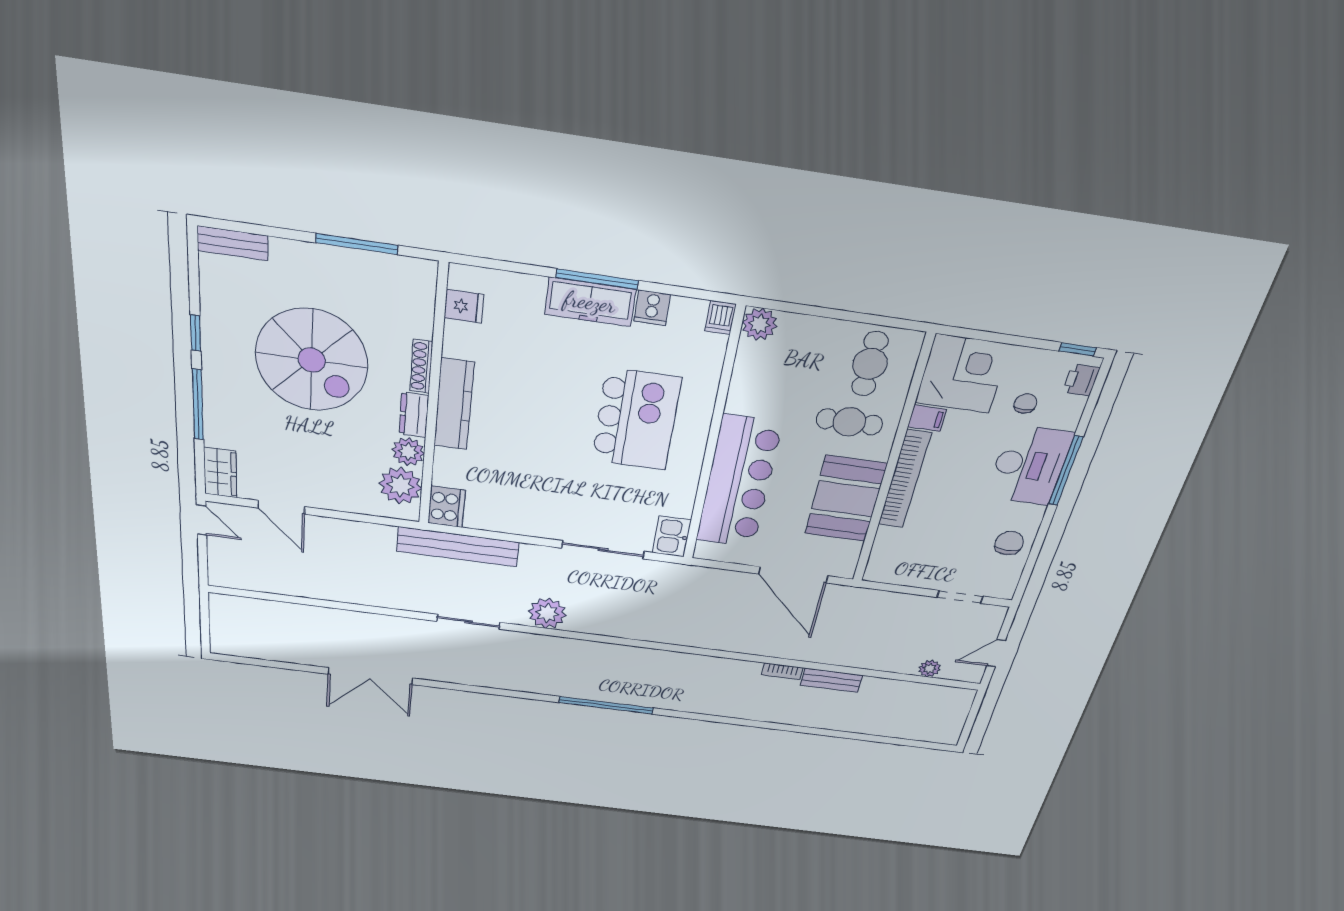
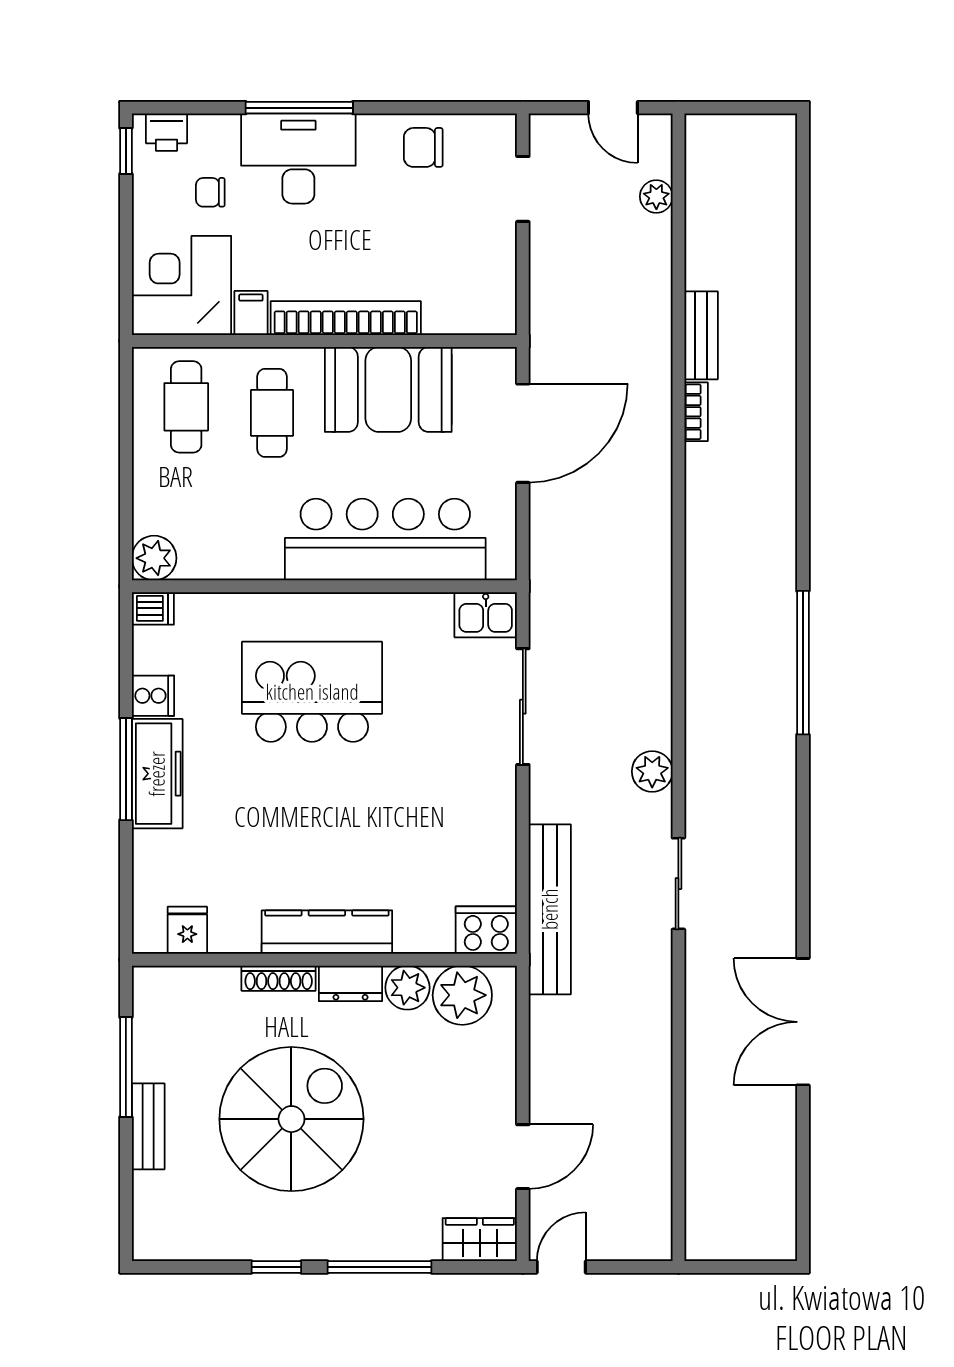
bench: (233, 243) -> (148, 1126), moved
cafe table: (870, 364) -> (186, 407), turned 90
plant: (547, 613) -> (652, 771), width x0.73, depth x0.73
double door: (370, 676) -> (803, 1022), swing flipped

